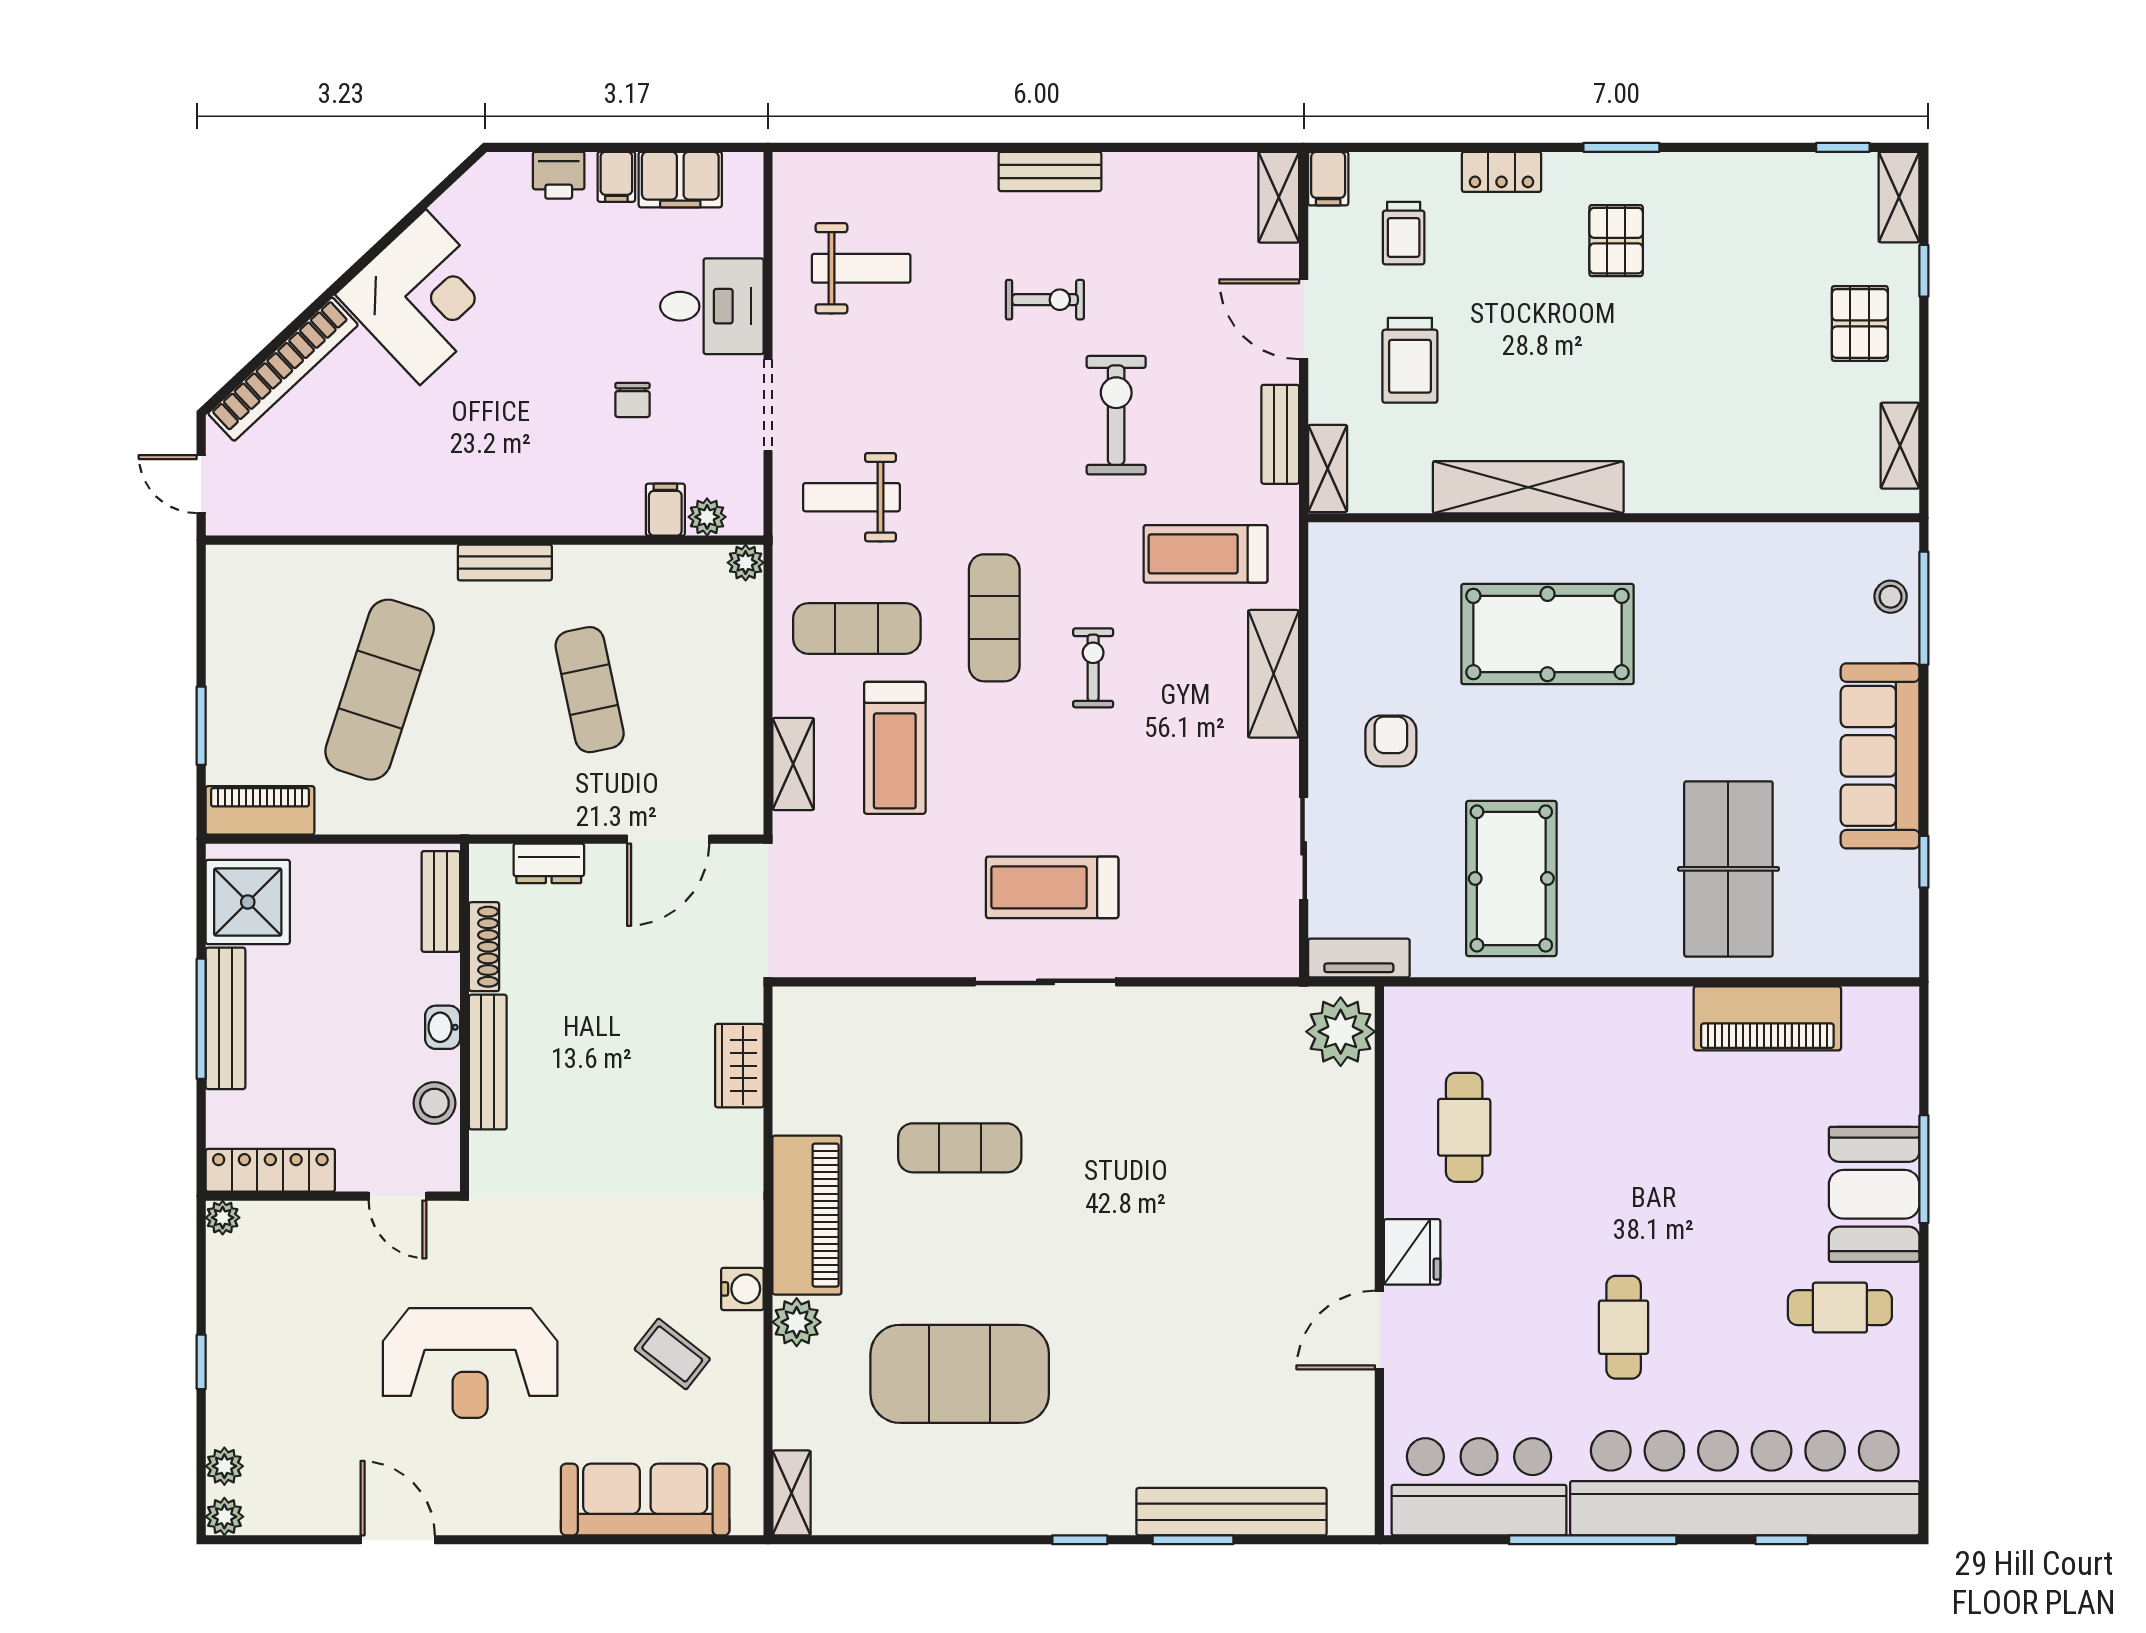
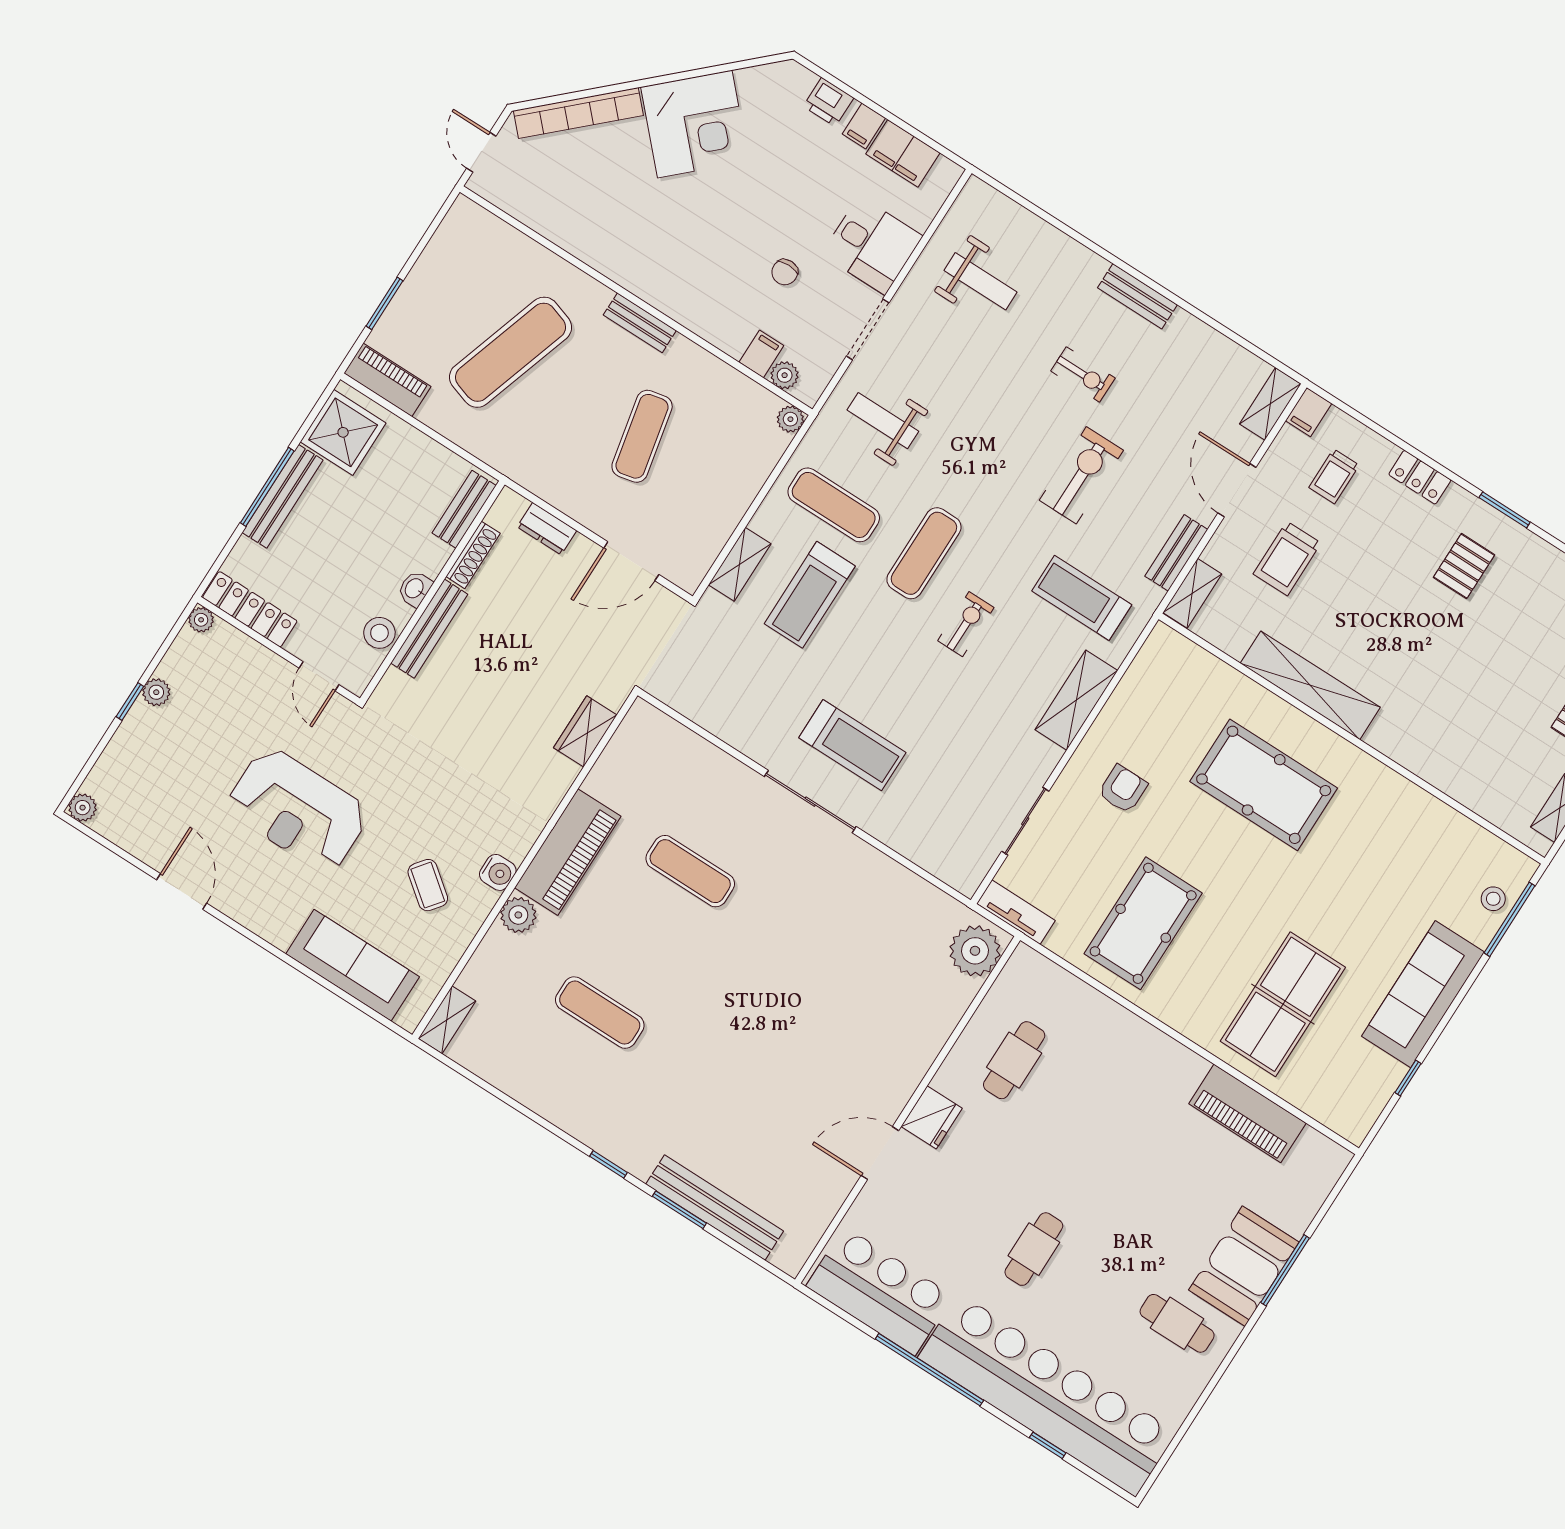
treadmill: (1052, 887) -> (852, 745), turned 180
exercise mat: (960, 1374) -> (600, 1013), width x0.50, depth x0.69
plant: (224, 1466) -> (156, 692), moved

